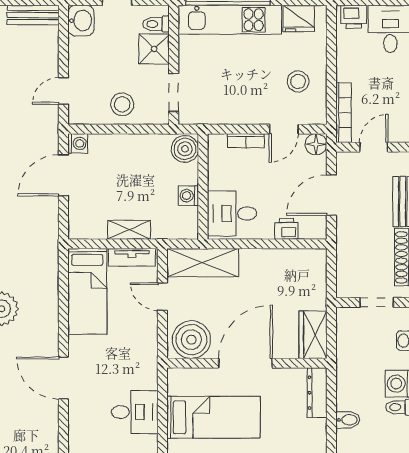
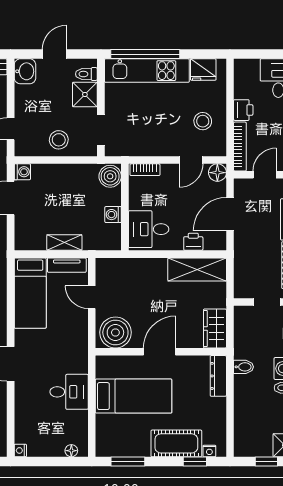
printer: (354, 17) -> (243, 110), moved, turned -90
bookcase: (246, 141) -> (145, 170), moved
shelving: (203, 263) -> (197, 269), moved
door: (245, 363) -> (160, 352), width x0.73
bidet: (348, 420) -> (243, 367), moved

